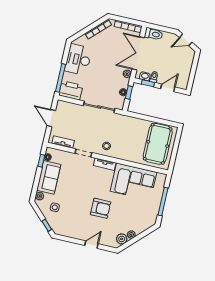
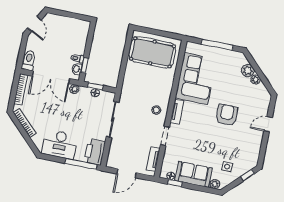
door: (168, 88) -> (89, 43), removed
plant: (122, 239) -> (248, 71), moved
door: (91, 245) -> (268, 124), hinge flipped

